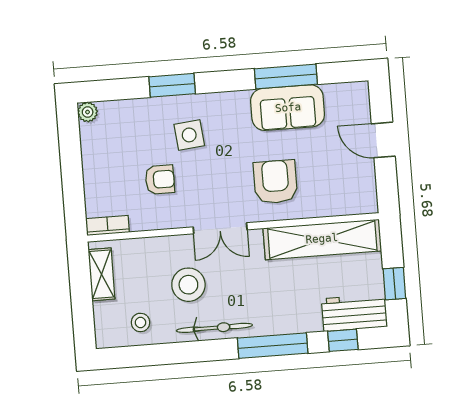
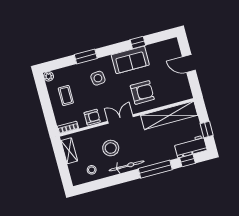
window: (286, 77) -> (138, 43), width x0.46
sofa: (288, 108) -> (130, 60), moved
coffee table: (116, 158) -> (66, 95), added
armchair: (160, 180) -> (92, 117), moved
armchair: (275, 182) -> (142, 92), turned 90
double door: (220, 228) -> (121, 119), swing flipped

